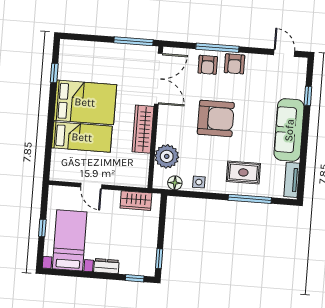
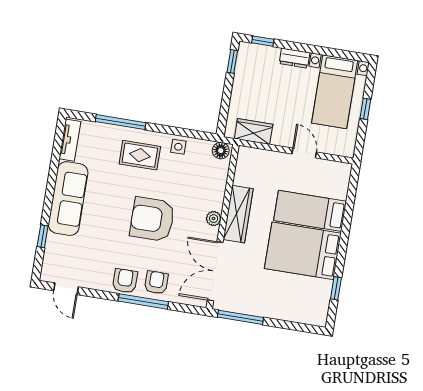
plant: (167, 156) -> (214, 219), moved, width x0.53, depth x0.53
rug: (243, 172) -> (140, 155), moved
floor lamp: (175, 183) -> (221, 151), moved

